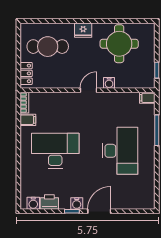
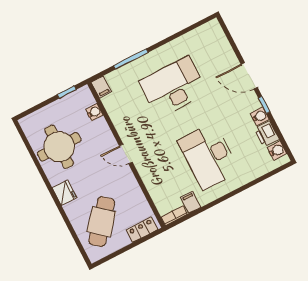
cafe table: (48, 47) -> (102, 222), turned 40
water cooler: (109, 83) -> (94, 112), moved
water cooler: (77, 204) -> (260, 116), moved

